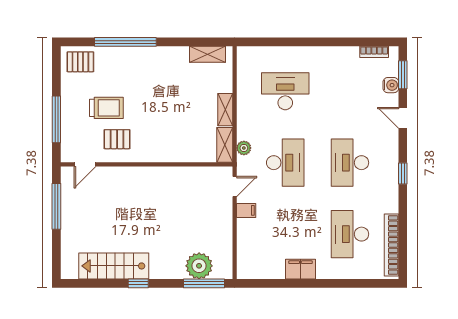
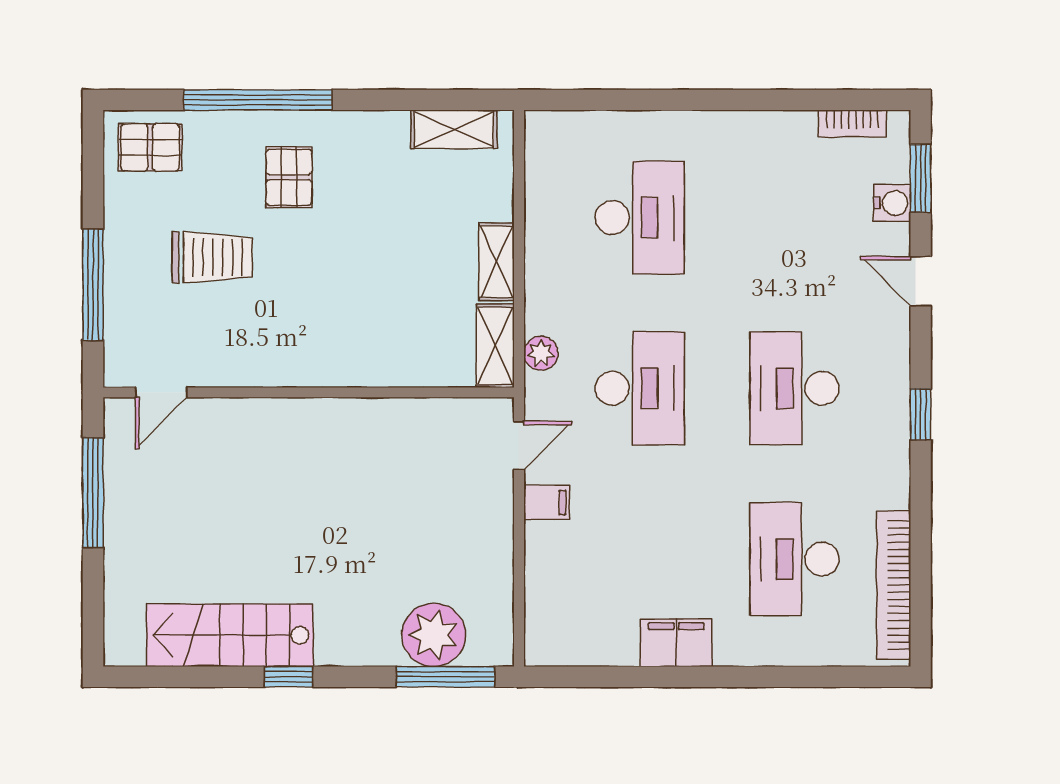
desk: (285, 91) -> (640, 218), turned 90
pallet: (117, 139) -> (289, 177), moved, turned 90

